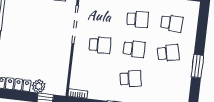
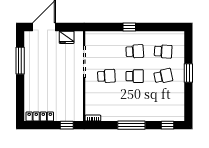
window: (197, 66) -> (188, 73), moved
school desk: (131, 79) -> (135, 101), removed
plant: (39, 86) -> (60, 116), removed

